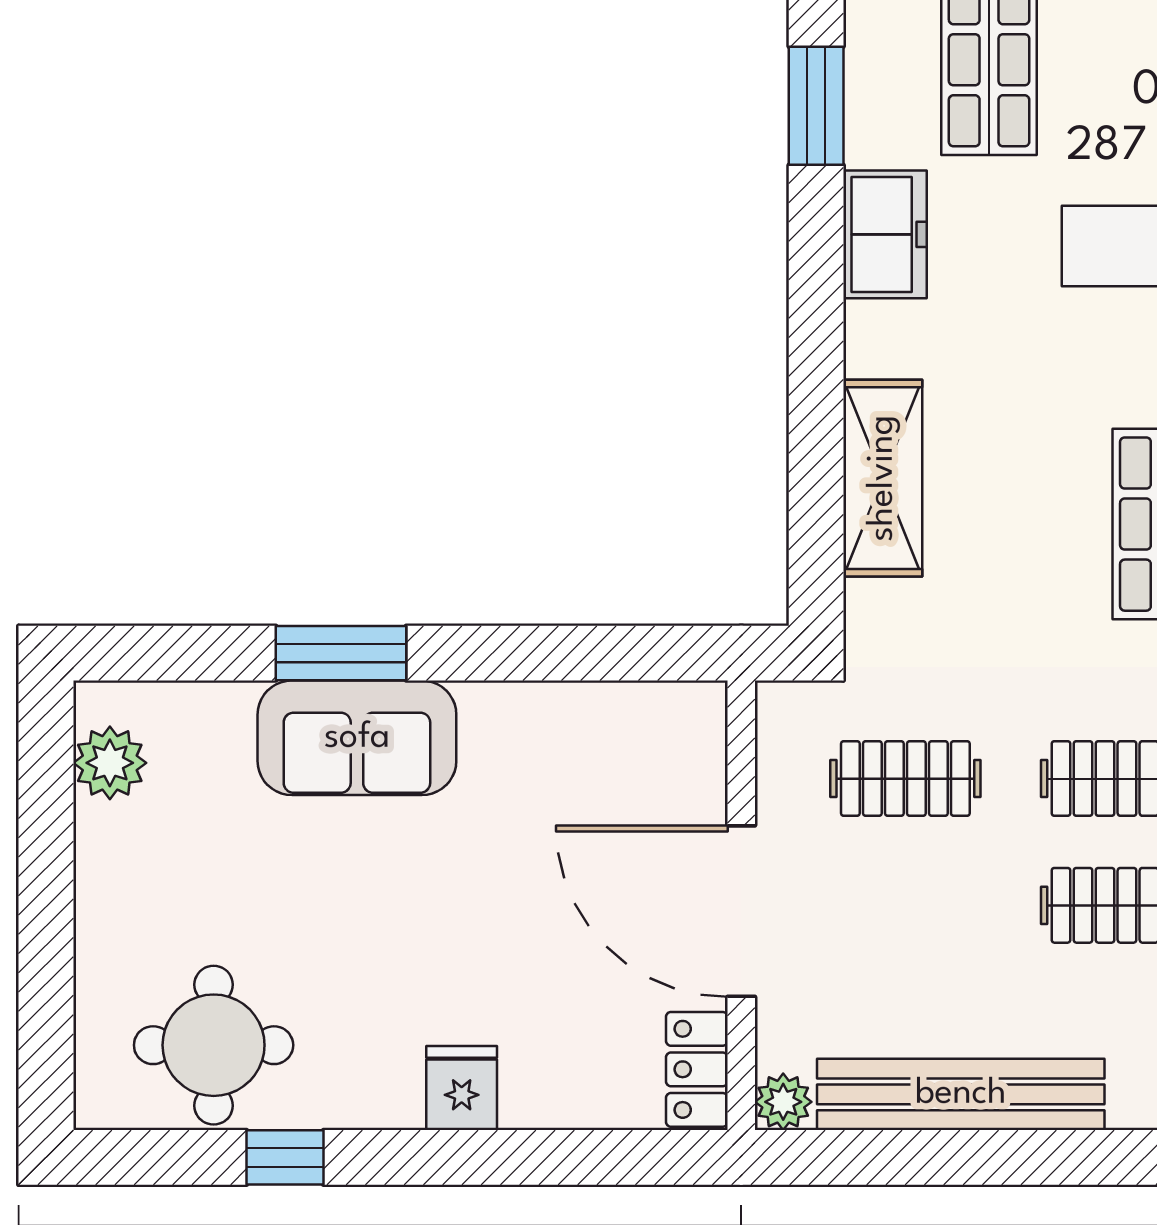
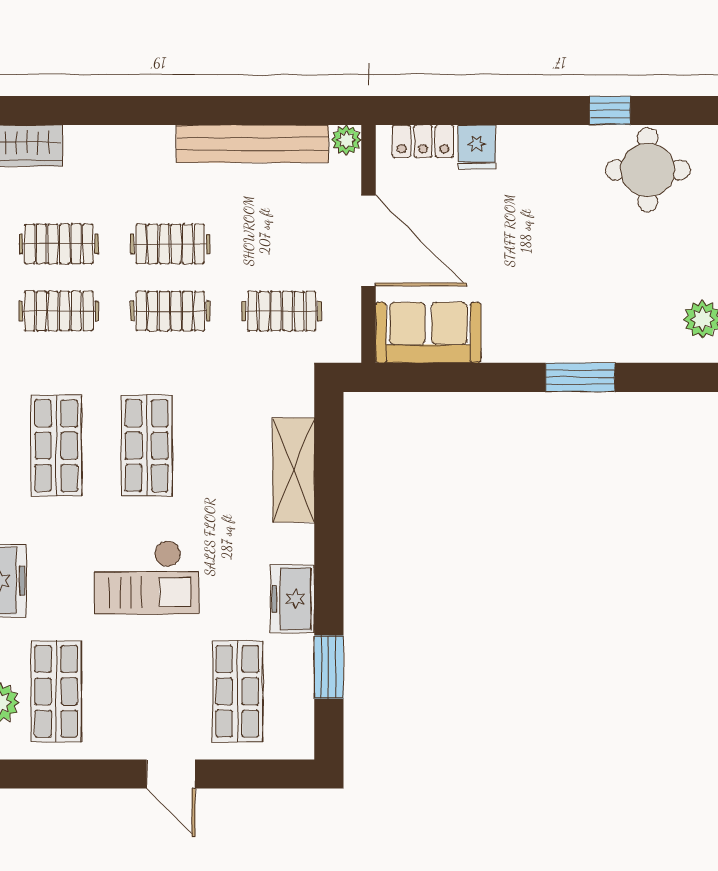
sofa: (357, 738) -> (428, 333), moved
locker: (697, 1069) -> (423, 141), moved, turned 90
fridge: (462, 1088) -> (477, 147), moved

